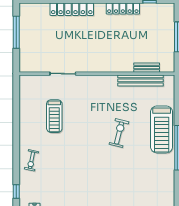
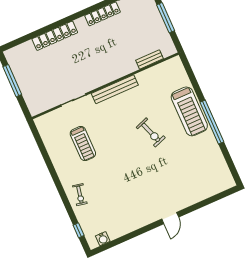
bench: (141, 80) -> (115, 89), moved
exercise bike: (119, 133) -> (151, 132), turned 146

